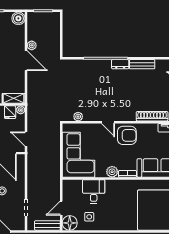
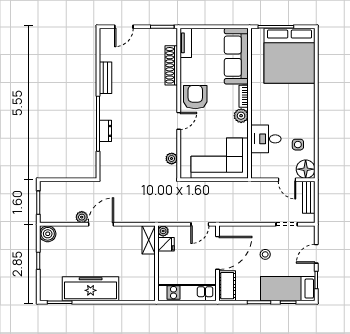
dresser: (120, 64) -> (105, 131), moved

